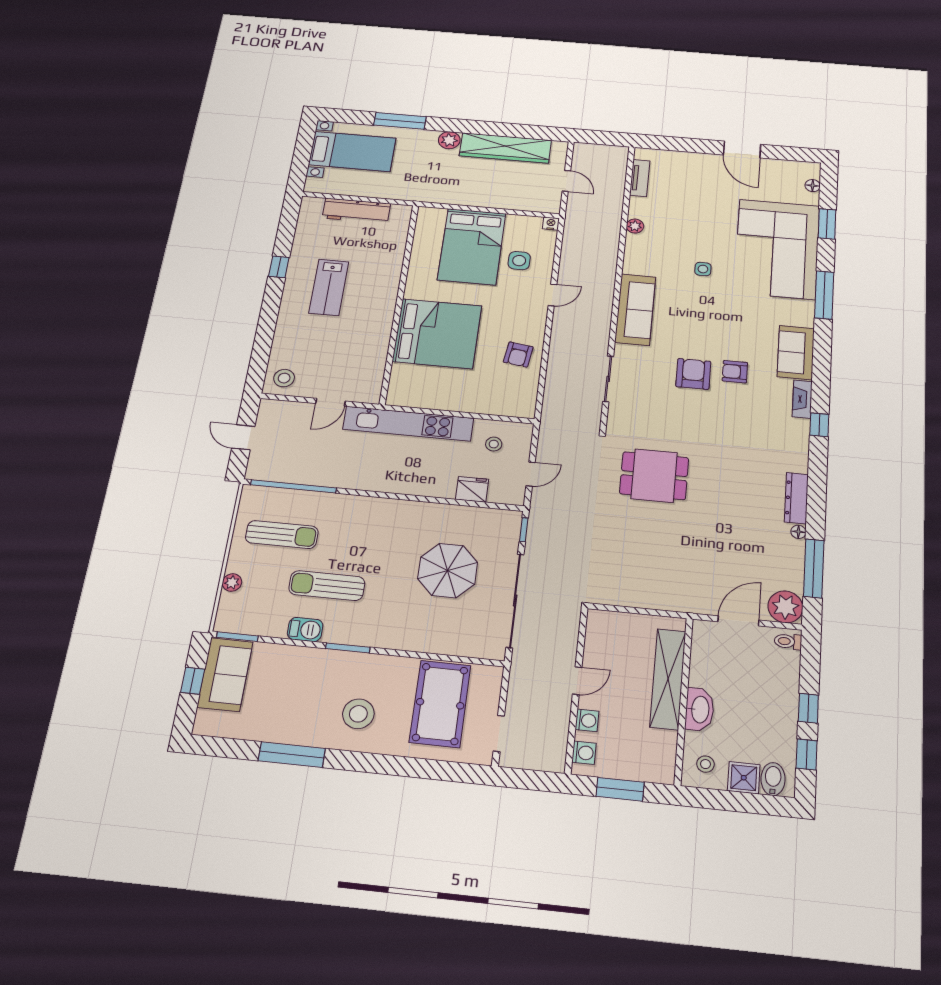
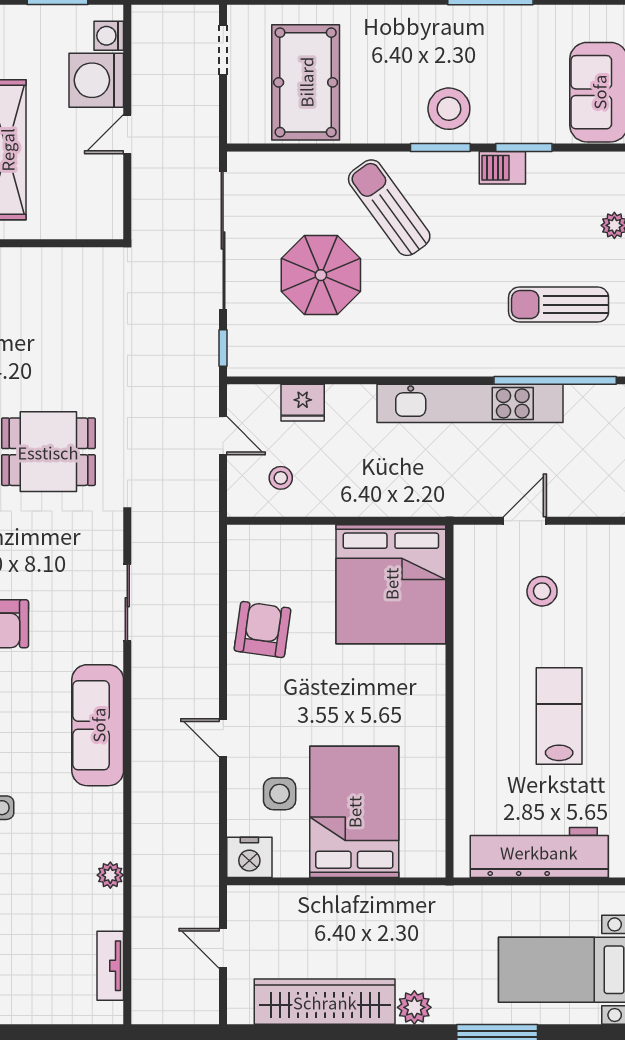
workbench: (356, 211) -> (539, 852), width x1.36, depth x1.32
nightstand: (551, 224) -> (249, 857), width x1.89, depth x1.79
door: (552, 295) -> (223, 738), hinge flipped
bed: (437, 334) -> (391, 584), moved, turned -90
armchair: (518, 355) -> (262, 630), width x1.38, depth x1.38
stool: (284, 378) -> (542, 591), moved
kitchen unit: (408, 424) -> (470, 403), moved, turned 180
door: (531, 474) -> (223, 436), swing flipped
sun lounger: (327, 586) -> (389, 208), moved, turned -126
window: (237, 637) -> (524, 148), moved
stool: (358, 714) -> (449, 109), moved
washing machine: (587, 720) -> (96, 80), width x1.89, depth x1.89

